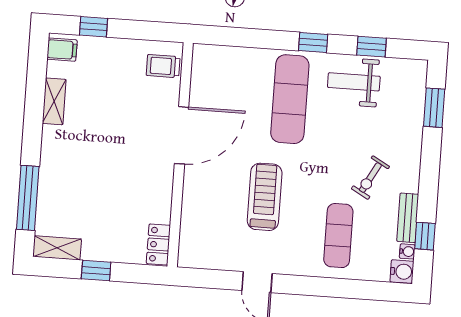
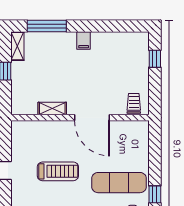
filing cabinet: (62, 50) -> (84, 40), moved
shelving: (54, 101) -> (52, 109), moved
locker: (158, 245) -> (24, 108), removed

